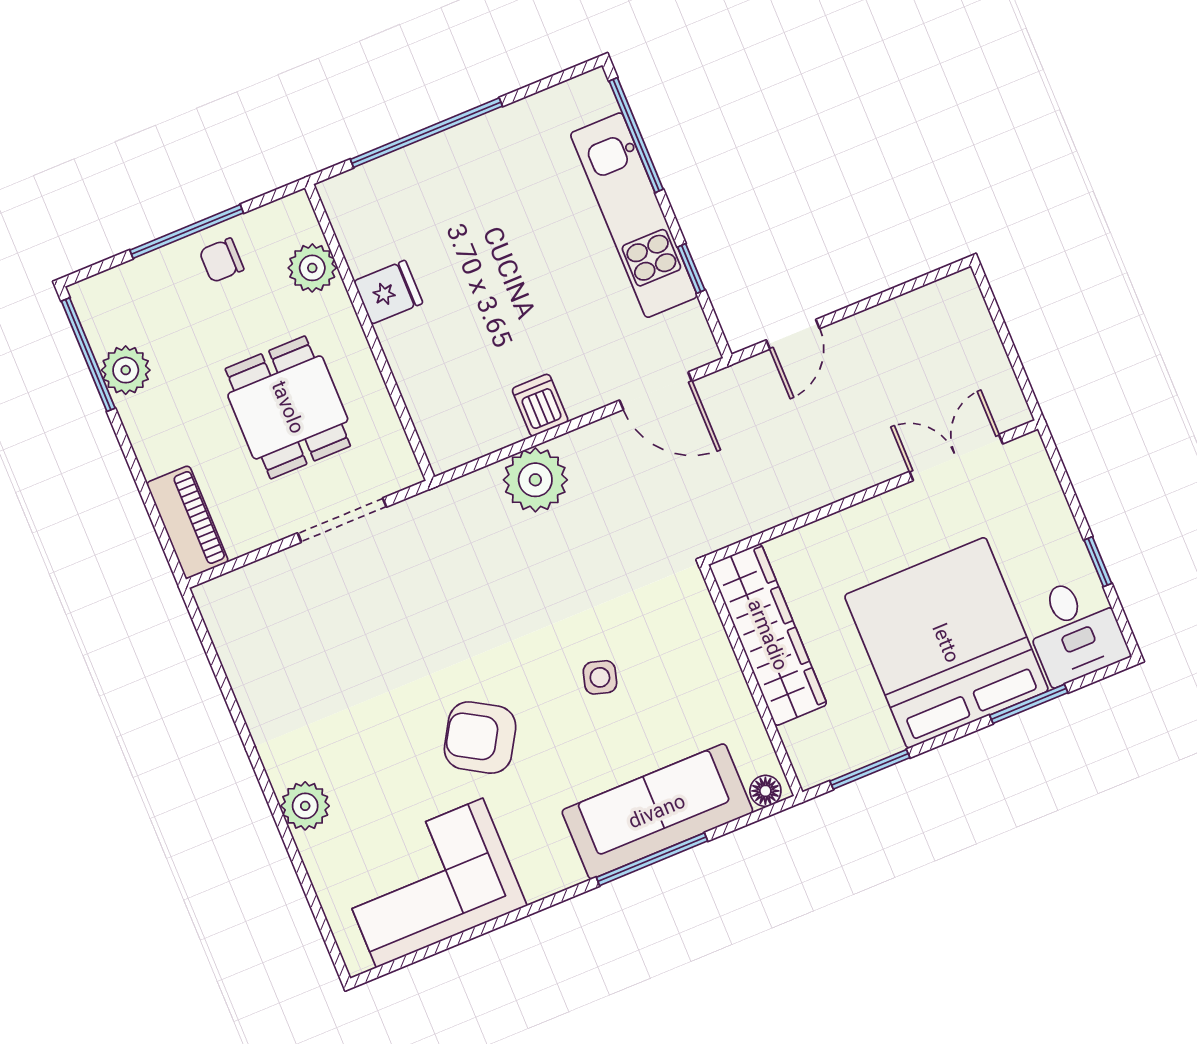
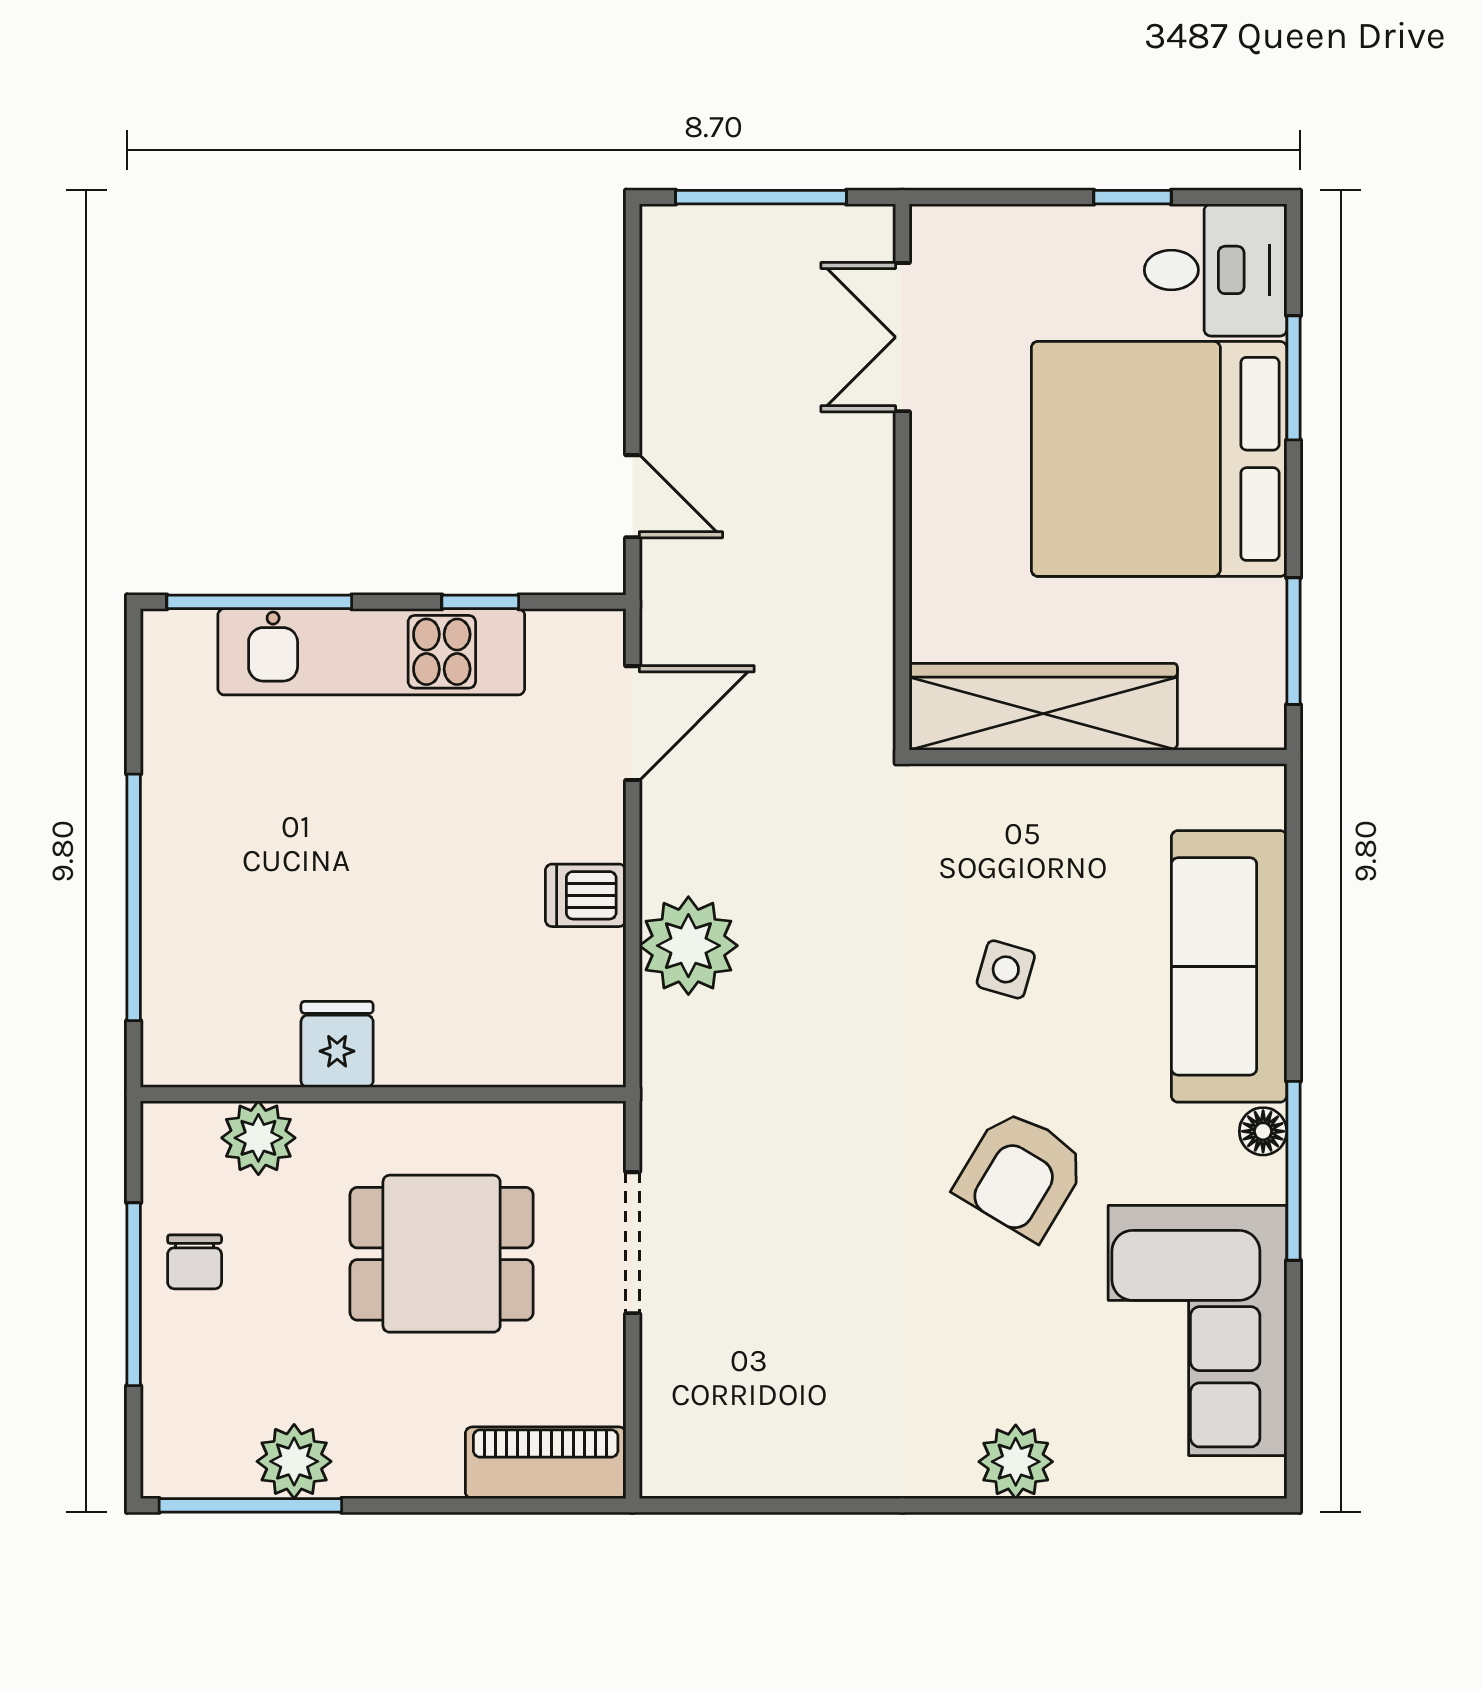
window: (1005, 337) -> (761, 197), added
floor lamp: (765, 791) -> (1263, 1131), moved
window: (652, 859) -> (1293, 1171), moved

